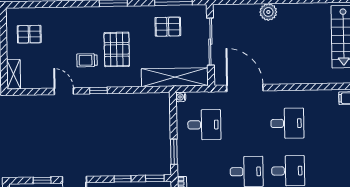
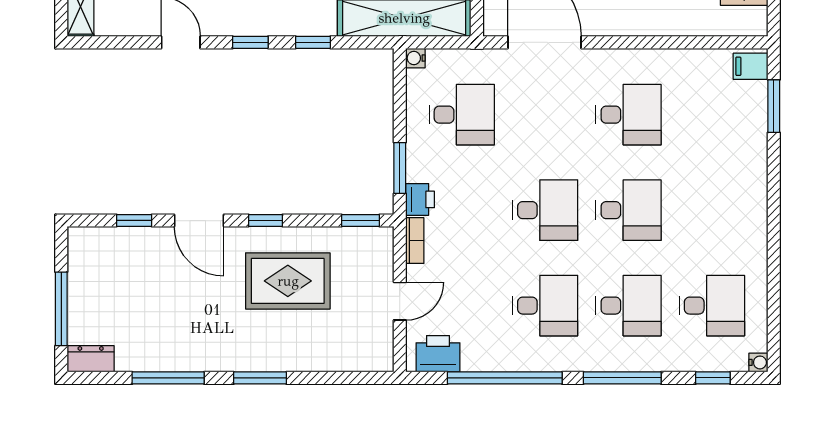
window: (130, 90) -> (313, 42), added
printer: (184, 167) -> (420, 199), added
window: (123, 179) -> (265, 220), moved

